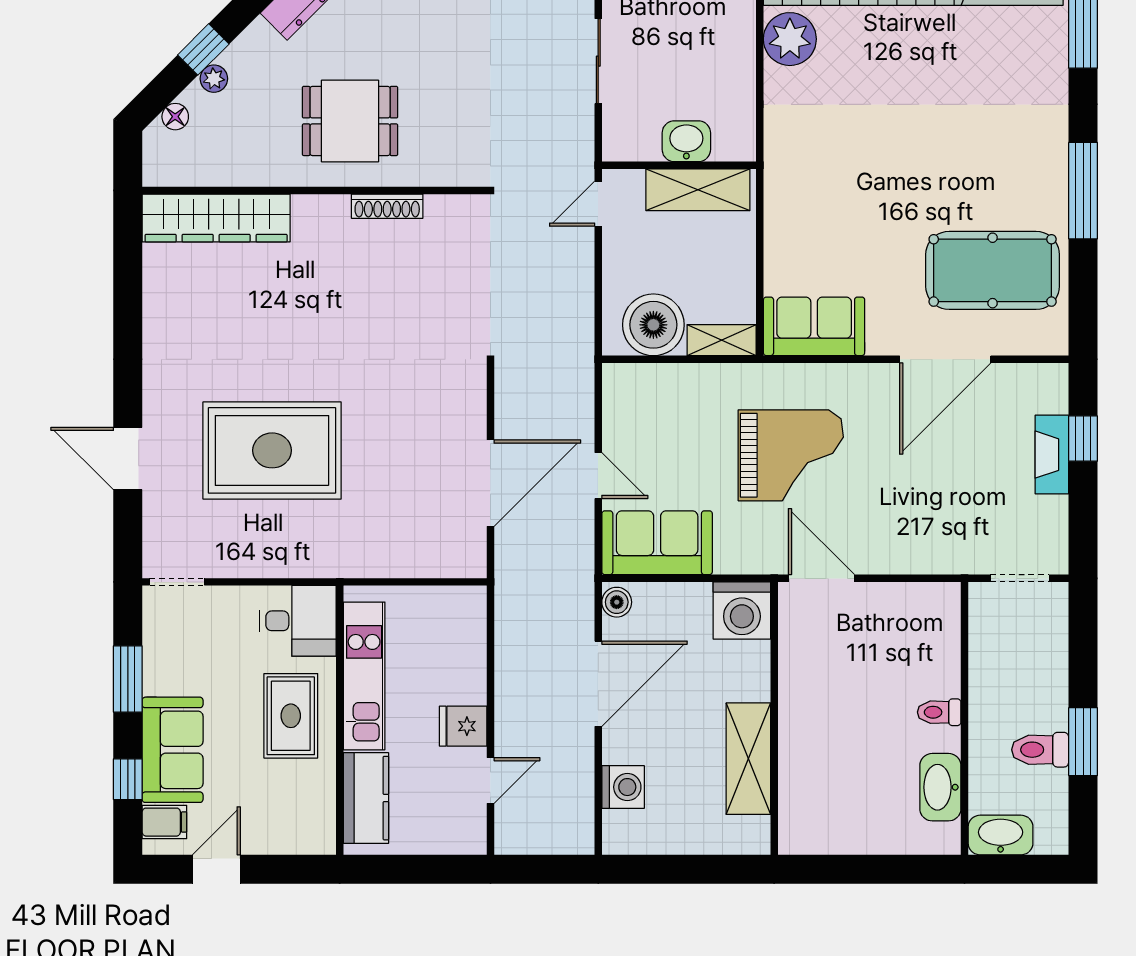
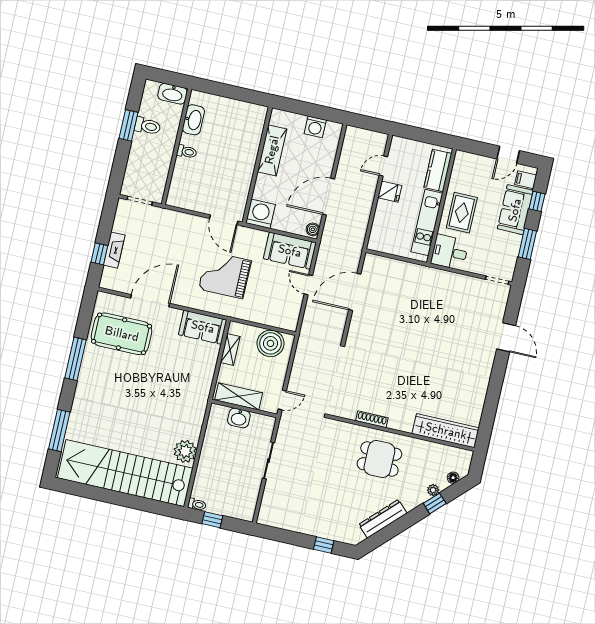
shelving: (722, 340) -> (230, 349), moved, turned 90
rug: (272, 450) -> (444, 327), removed
washing machine: (623, 787) -> (315, 127), moved, turned -90

